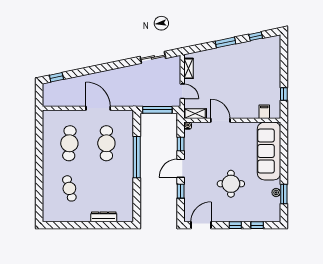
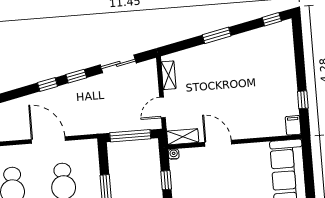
window: (256, 36) -> (272, 19), moved
window: (122, 64) -> (76, 76), added
window: (101, 68) -> (48, 85), added
door: (182, 91) -> (163, 107), swing flipped
filing cabinet: (264, 112) -> (293, 125), moved

